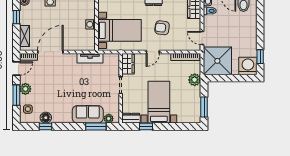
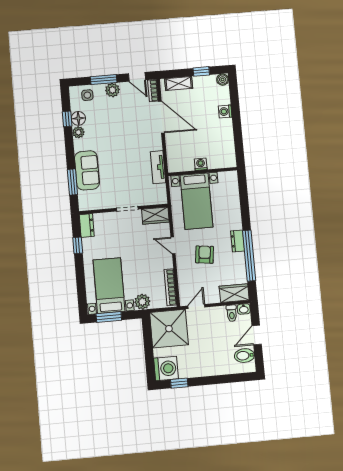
bed with nightstands: (159, 102) -> (109, 286), moved, turned -90
plant: (109, 119) -> (78, 132), moved

